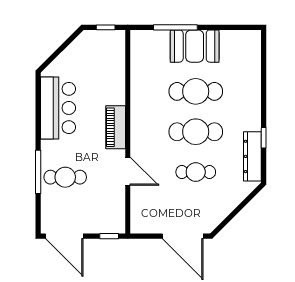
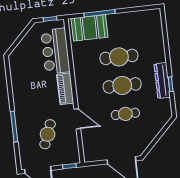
booth: (195, 46) -> (90, 28), moved
bar counter: (58, 108) -> (55, 51), moved, turned 180
dresser: (252, 156) -> (162, 81), moved
cafe table: (65, 177) -> (48, 134), moved, turned -69

